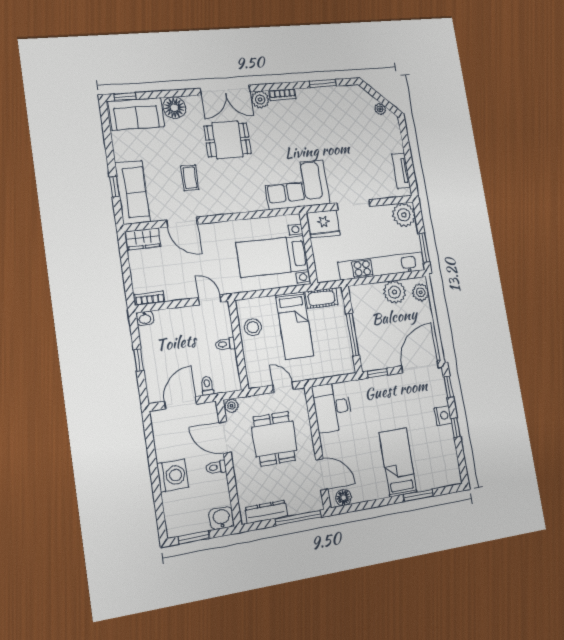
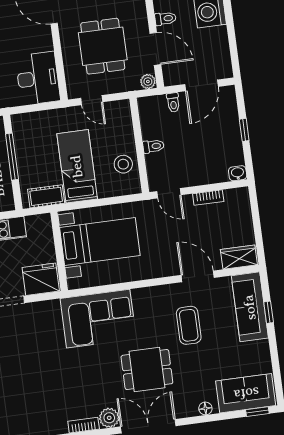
floor lamp: (174, 108) -> (205, 408), width x0.53, depth x0.53
coffee table: (190, 178) -> (189, 325), width x1.36, depth x1.30
corner sofa: (296, 185) -> (98, 319), moved
bookcase: (150, 298) -> (208, 198), moved

